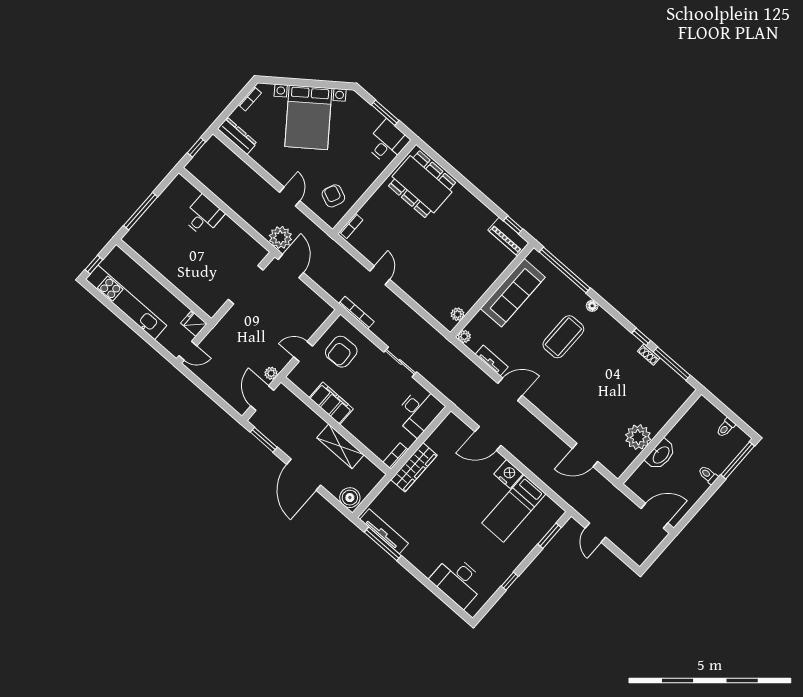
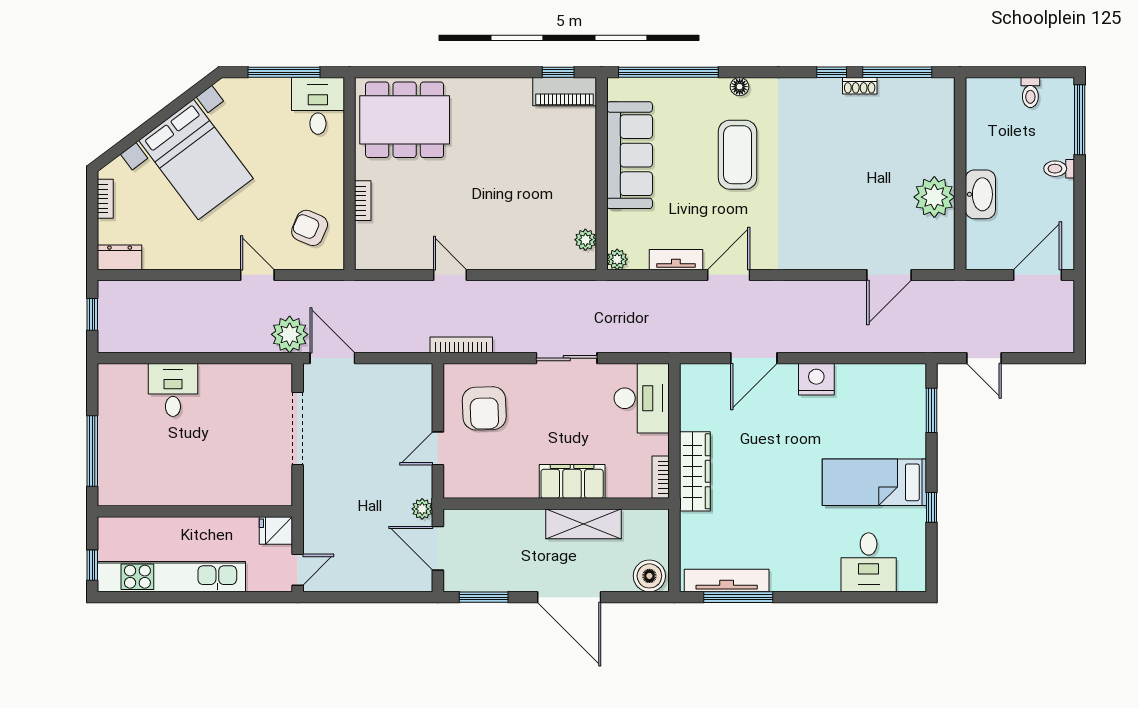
window: (385, 113) -> (284, 72), width x1.44
dresser: (237, 136) -> (120, 257), width x0.70
bookcase: (351, 226) -> (363, 201), moved
filing cabinet: (331, 403) -> (572, 481), moved
bed: (514, 508) -> (874, 482), moved, turned 90
desk: (458, 581) -> (869, 562), width x0.73

